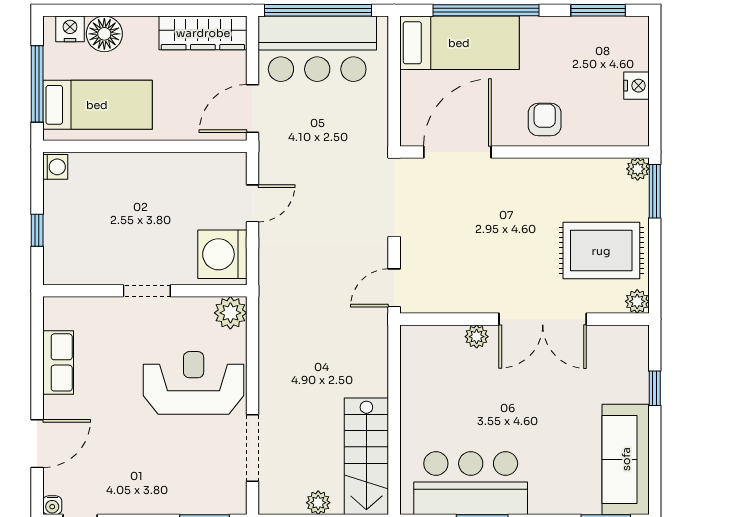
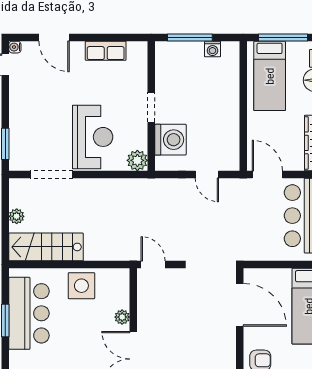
washing machine: (55, 167) -> (212, 49), moved
window: (37, 230) -> (190, 37), width x2.17
washing machine: (222, 254) -> (170, 140), moved, turned 90
side table: (427, 401) -> (81, 286), added

